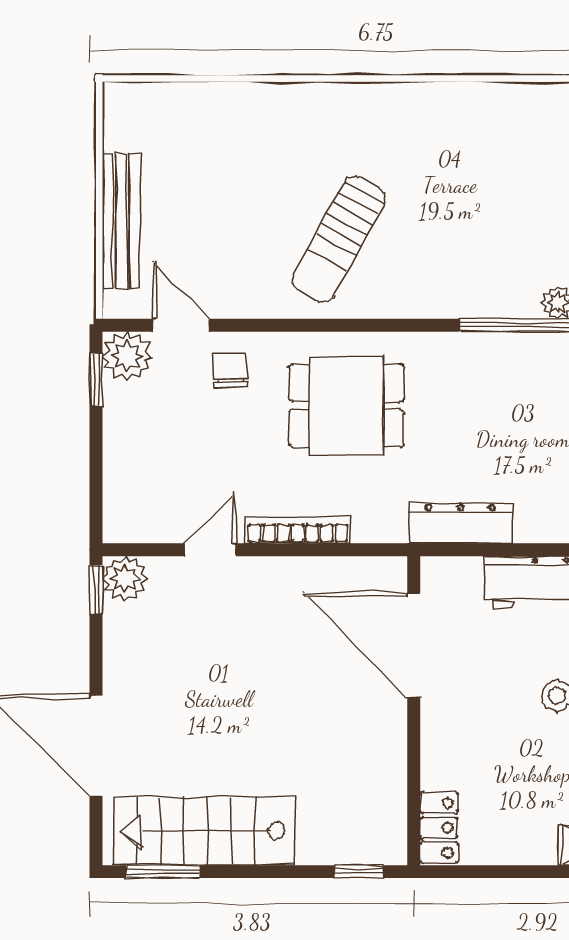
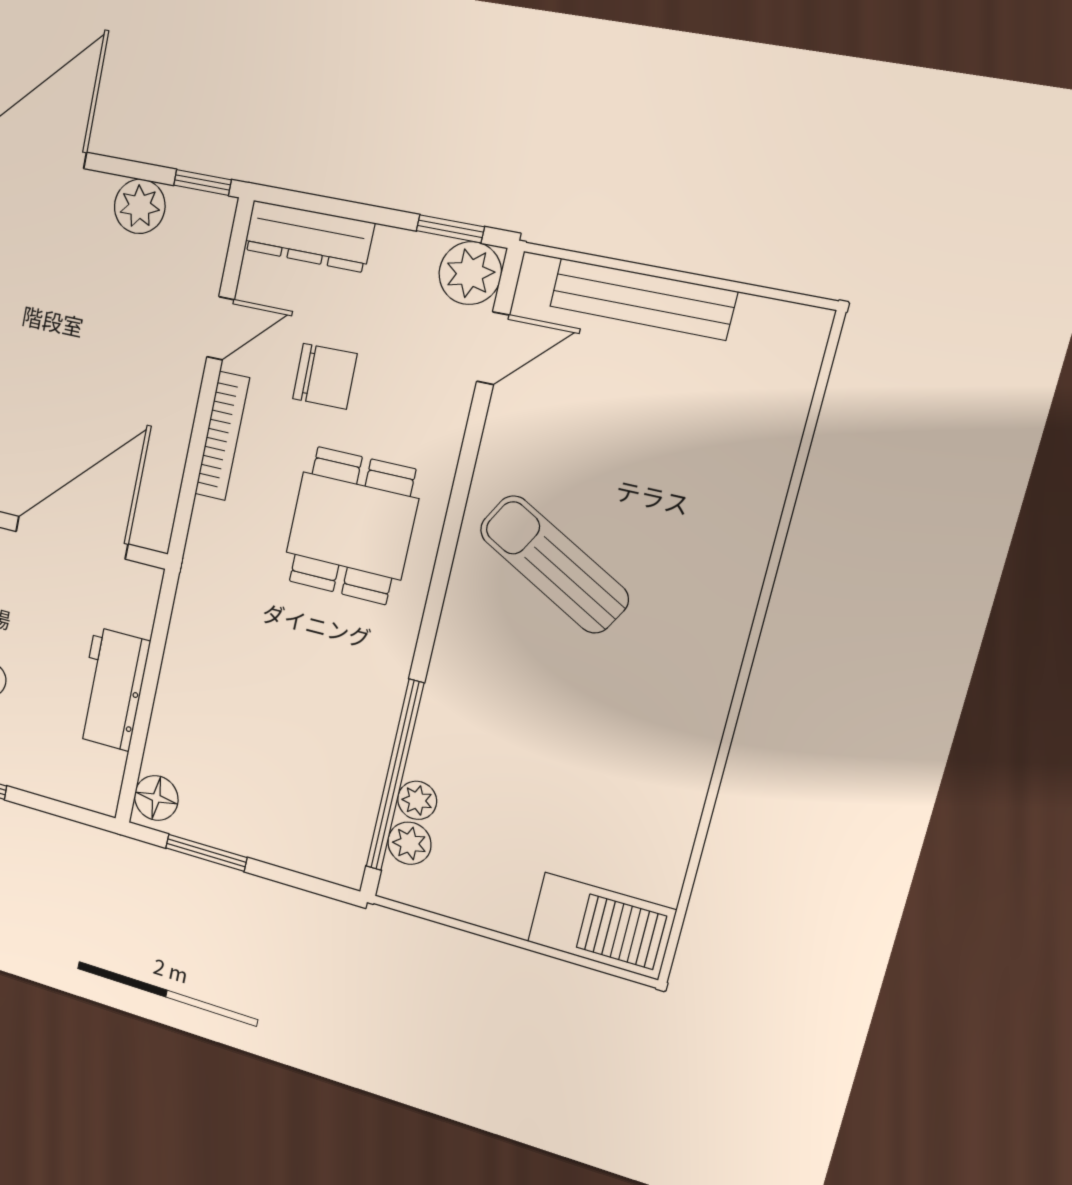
chair: (231, 370) -> (325, 376), moved, width x1.37, depth x1.37
dresser: (460, 523) -> (309, 236), moved, turned 90
door: (210, 550) -> (220, 328), hinge flipped
plant: (125, 578) -> (140, 206), moved

